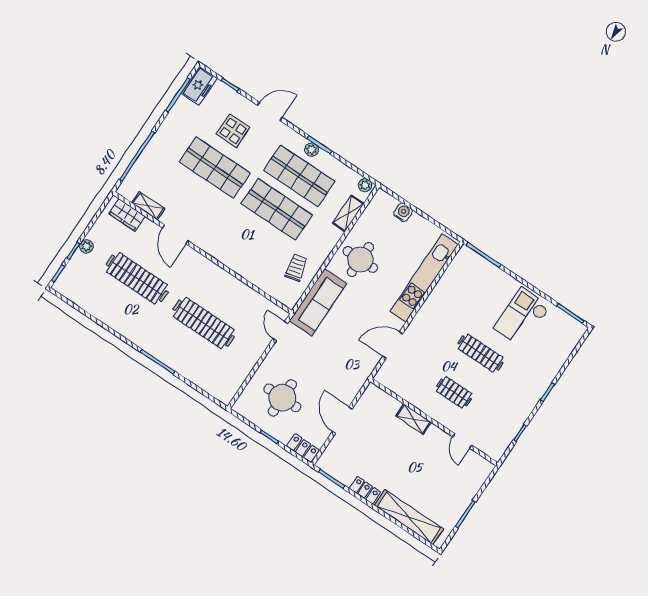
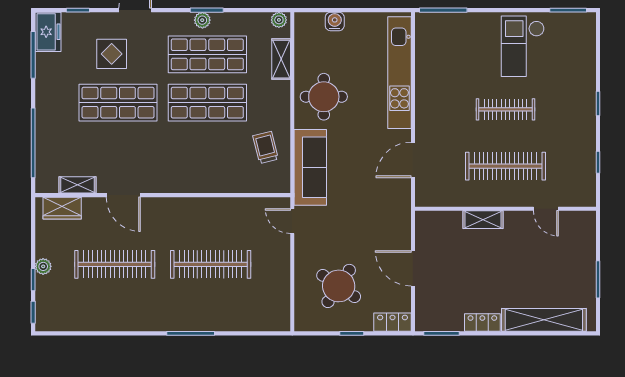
clothes rail: (454, 392) -> (506, 166), width x1.86, depth x1.31
round table: (282, 398) -> (339, 286), turned 34

